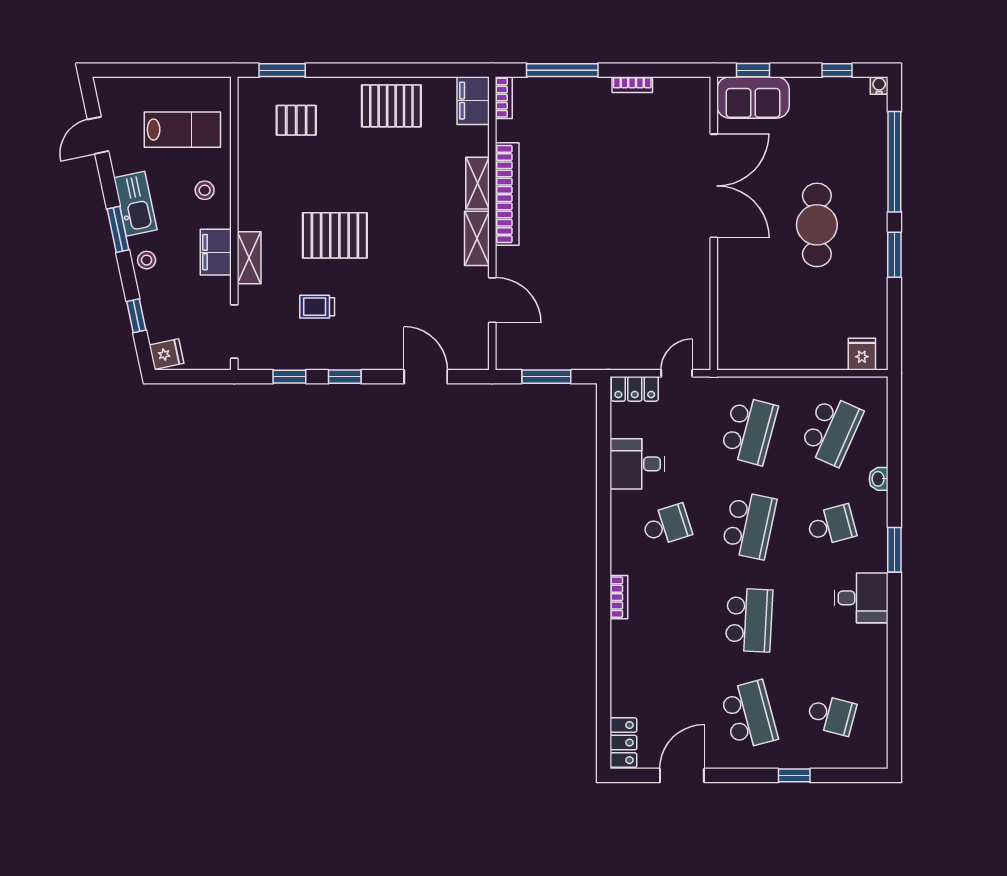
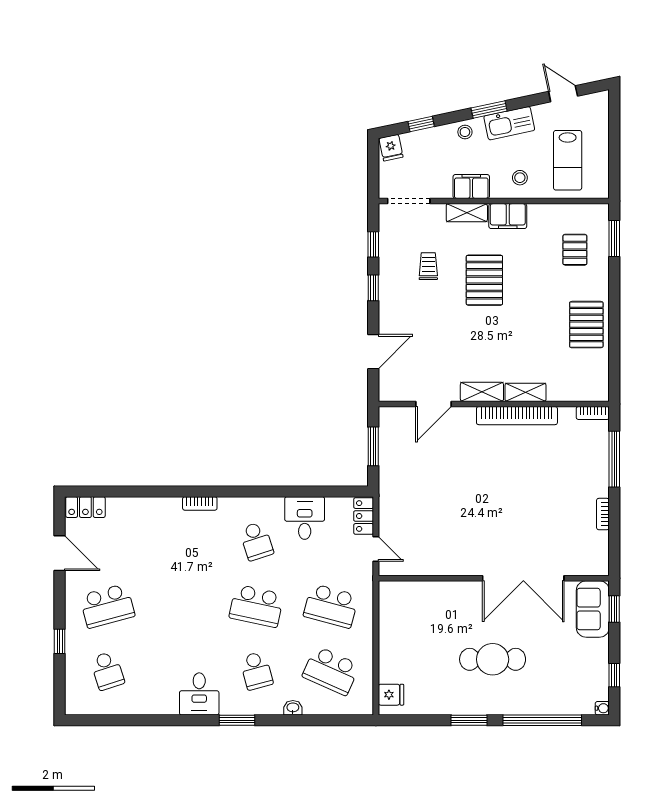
filing cabinet: (473, 101) -> (508, 216), moved, turned 180
school desk: (749, 620) -> (182, 606), removed
school desk: (831, 715) -> (107, 671), turned -33

